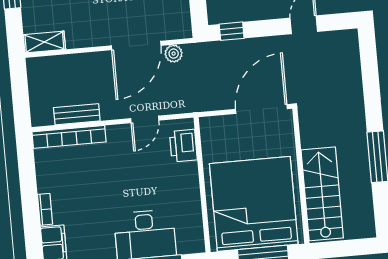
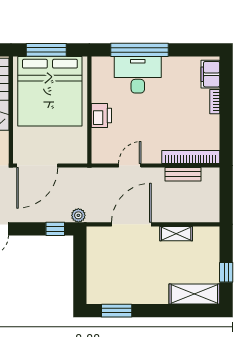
shelving: (44, 42) -> (176, 234), moved
plant: (174, 54) -> (78, 215), moved
printer: (183, 146) -> (101, 115), moved

